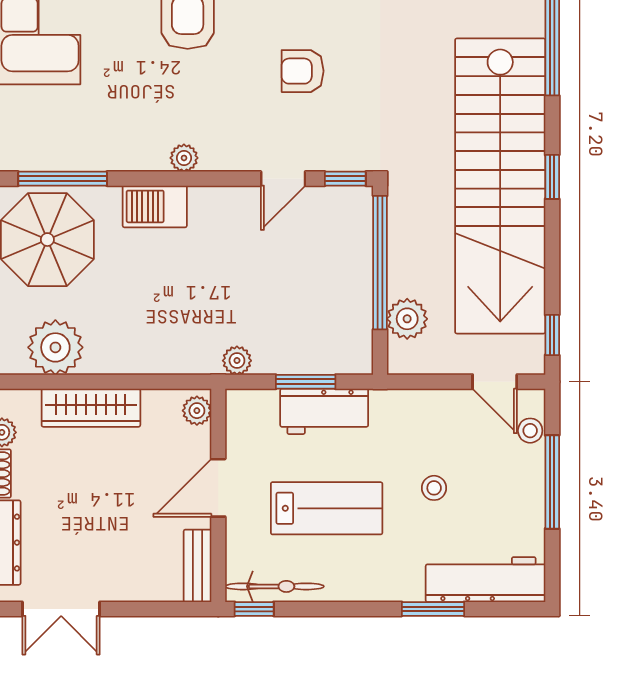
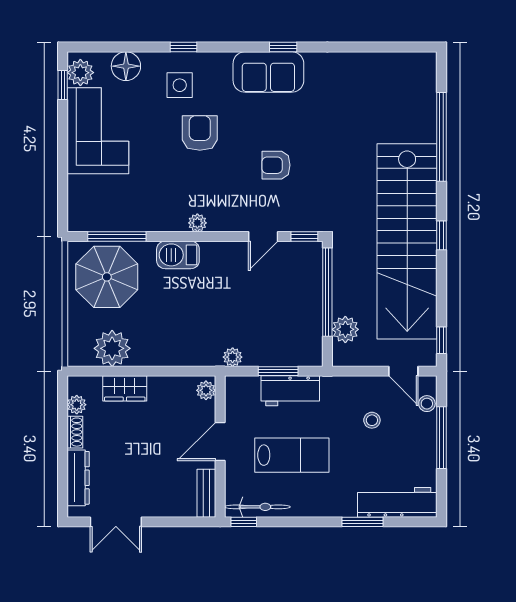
wardrobe: (91, 408) -> (125, 388), width x0.67
stool: (434, 488) -> (372, 420), moved

